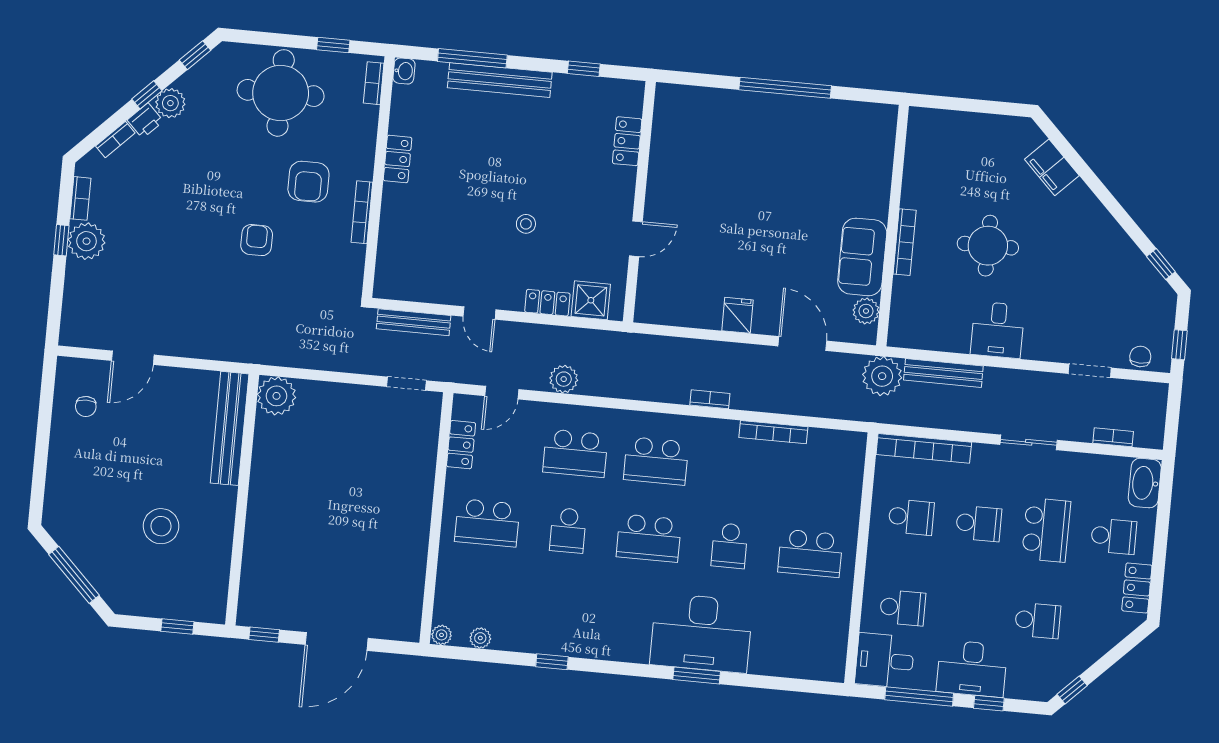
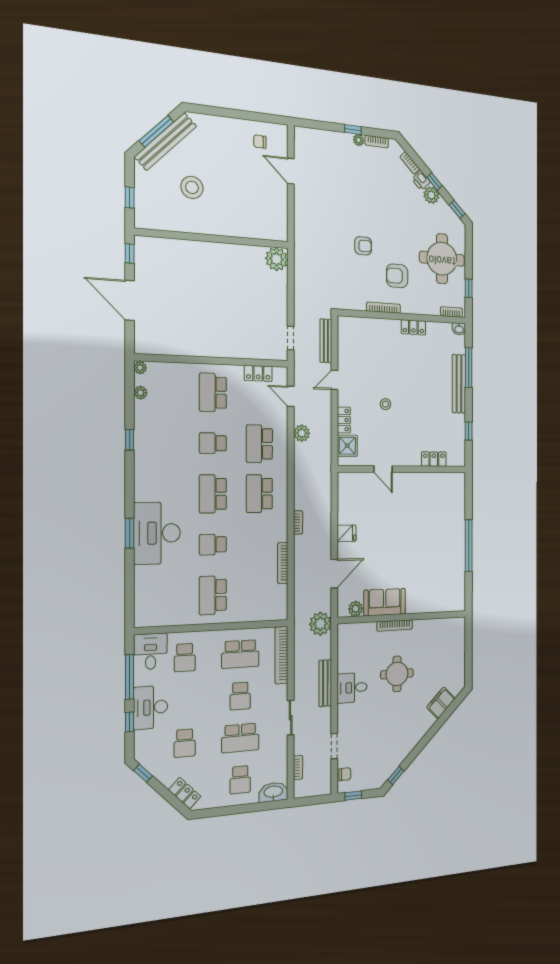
plant: (87, 241) -> (359, 140), width x0.53, depth x0.53
bench: (943, 373) -> (325, 683), moved
bench: (230, 428) -> (166, 141), moved, turned -45
school desk: (911, 517) -> (240, 654), width x1.85
locker: (1137, 588) -> (185, 793), moved, turned 45

